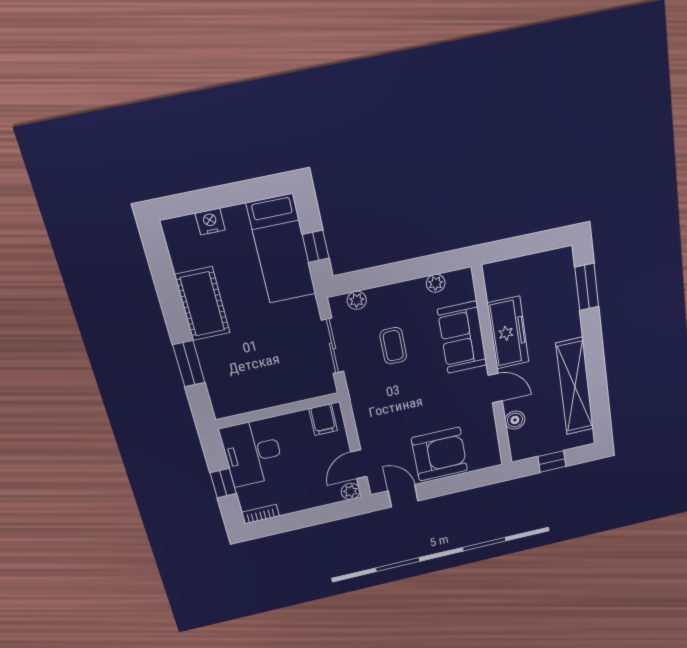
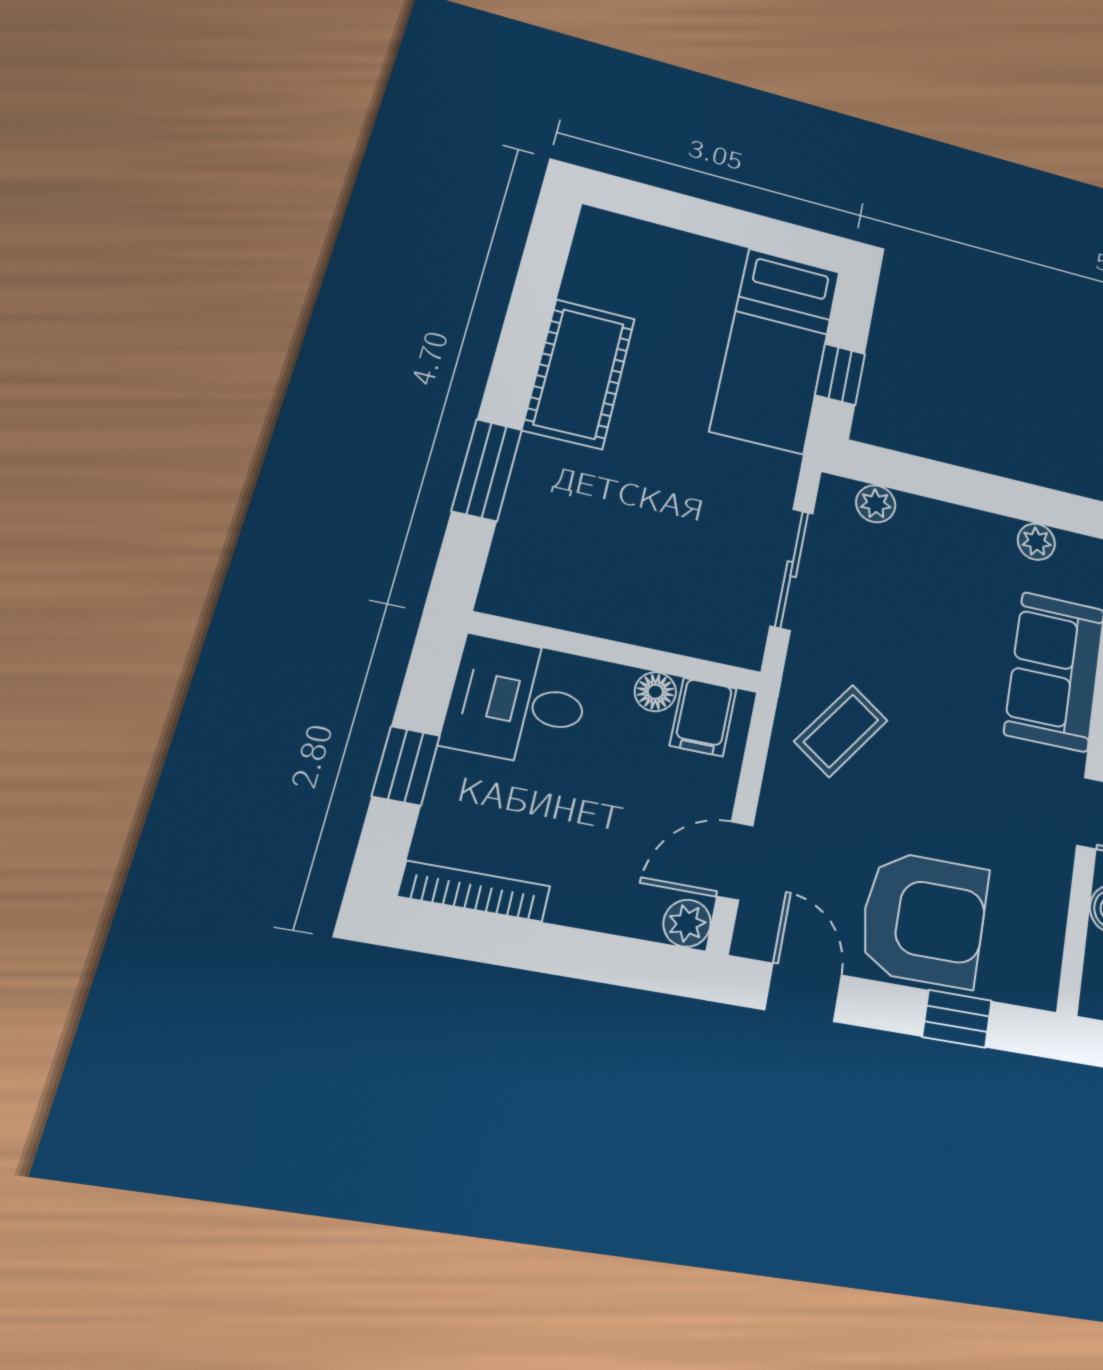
nightstand: (210, 222) -> (671, 248), removed
coffee table: (393, 346) -> (841, 731), moved, turned 35
floor lamp: (300, 419) -> (655, 692), added
desk: (252, 453) -> (517, 701), width x0.73
window: (464, 482) -> (957, 1019), added
bookcase: (260, 514) -> (474, 891), width x1.56

